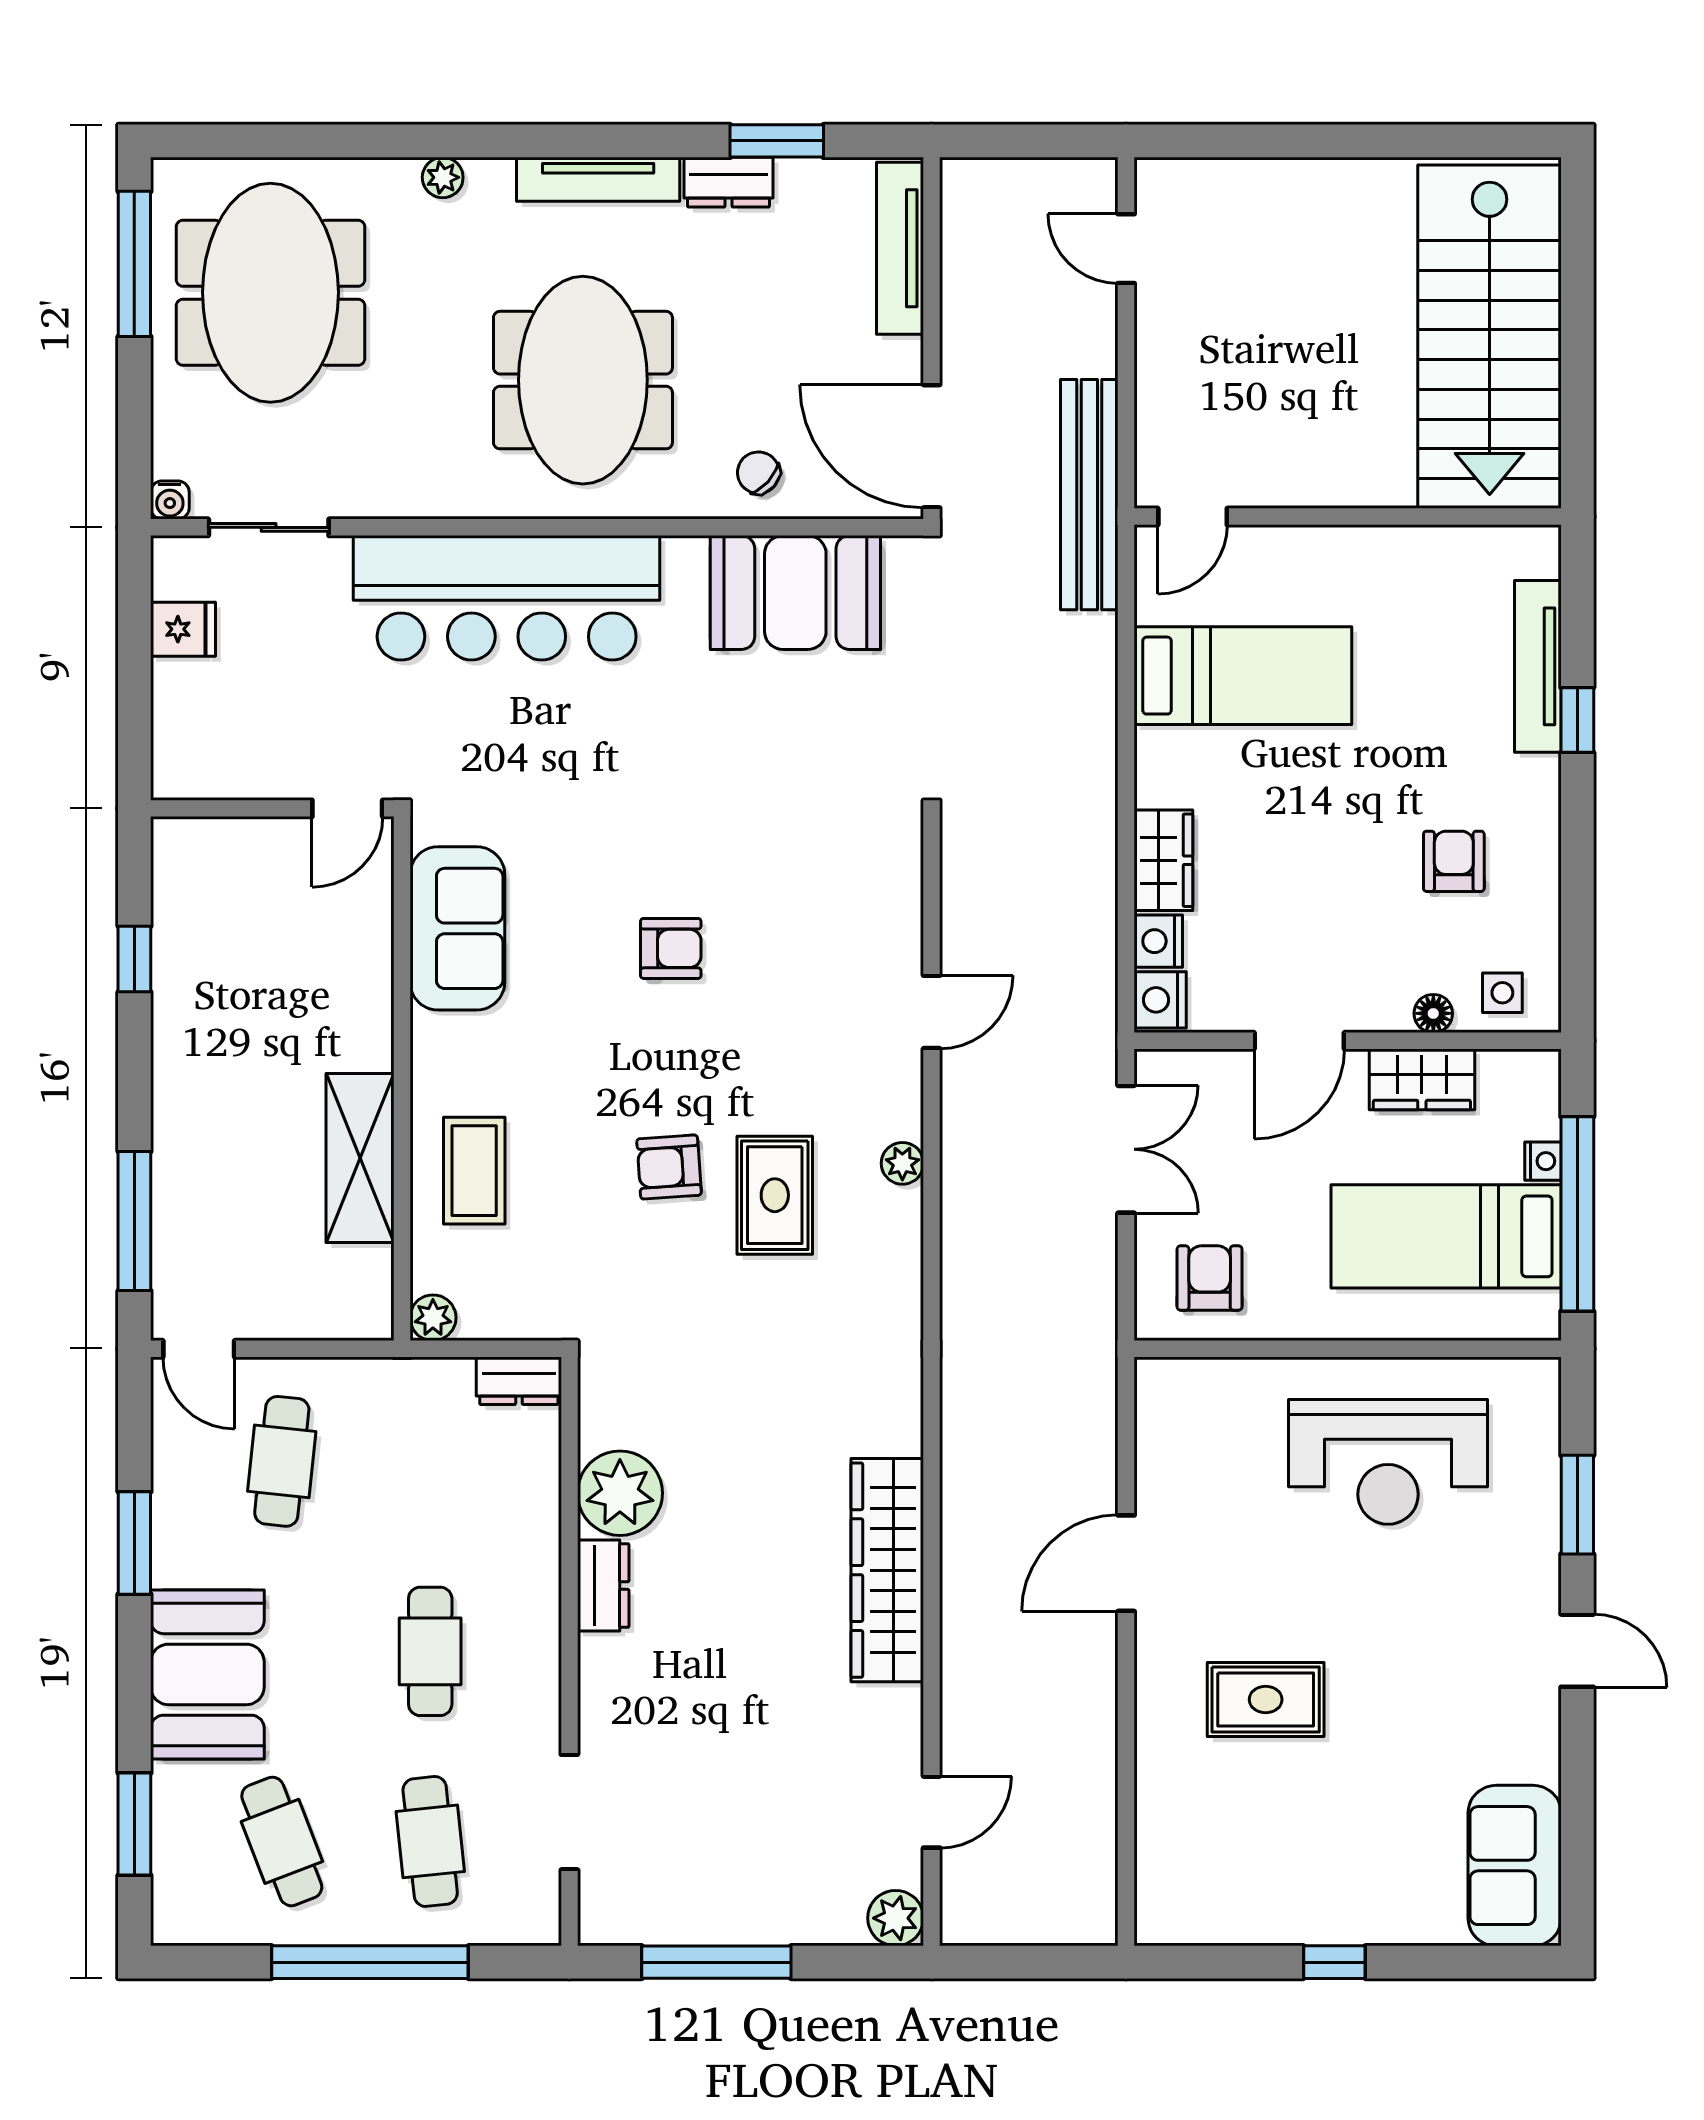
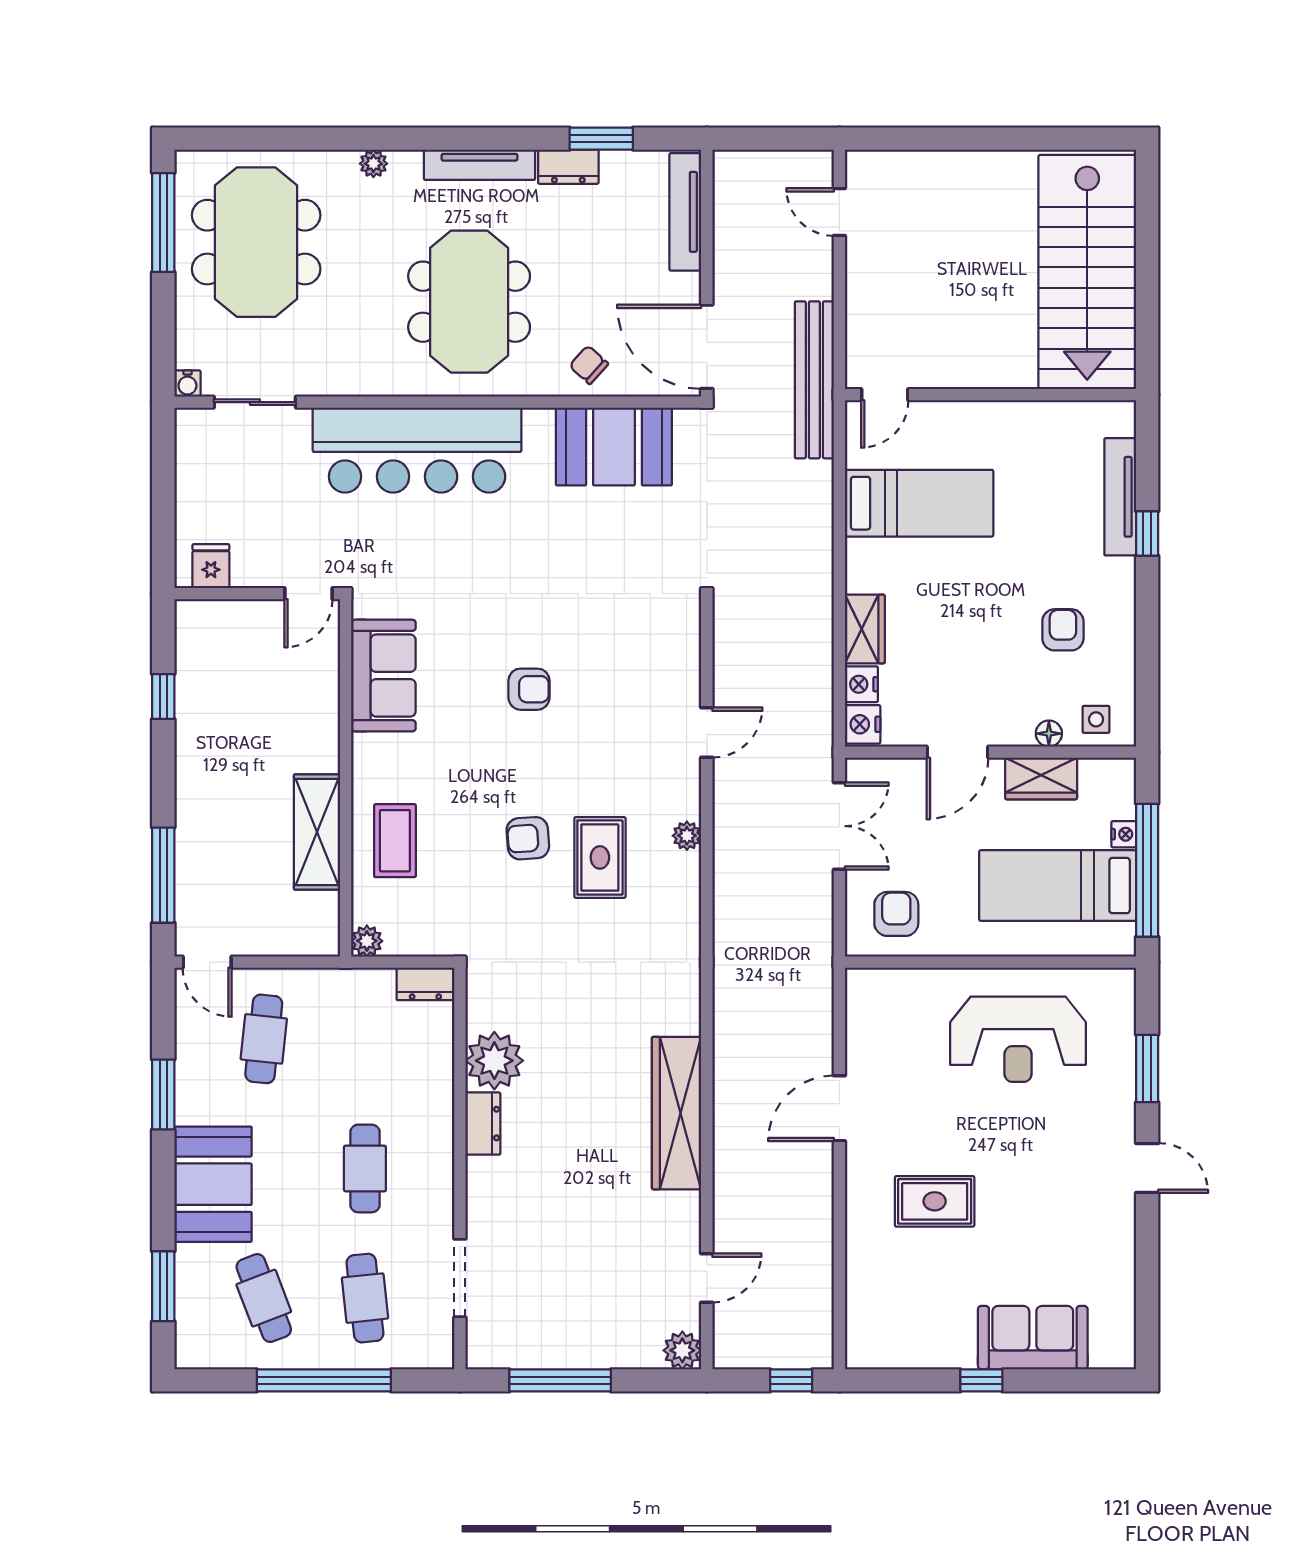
fridge: (183, 629) -> (211, 566), moved, turned -90
sofa: (1515, 1866) -> (1033, 1338), moved, turned 90
window: (1055, 1962) -> (791, 1380), added

